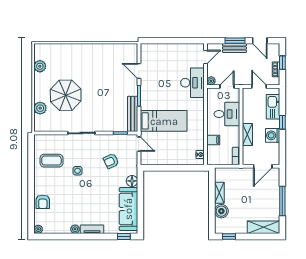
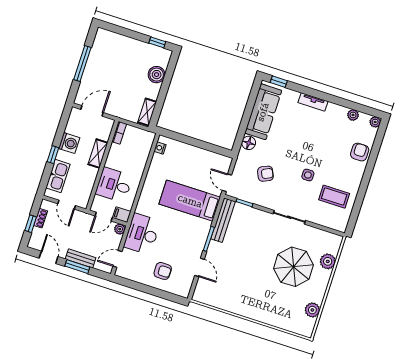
armchair: (167, 59) -> (163, 271), added
filing cabinet: (213, 140) -> (122, 215), moved
shelving: (219, 193) -> (147, 112), moved
shelving: (263, 227) -> (114, 40), removed
plant: (75, 229) -> (353, 115), moved

